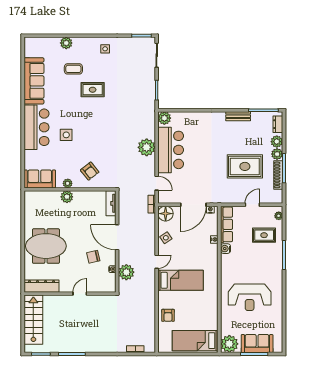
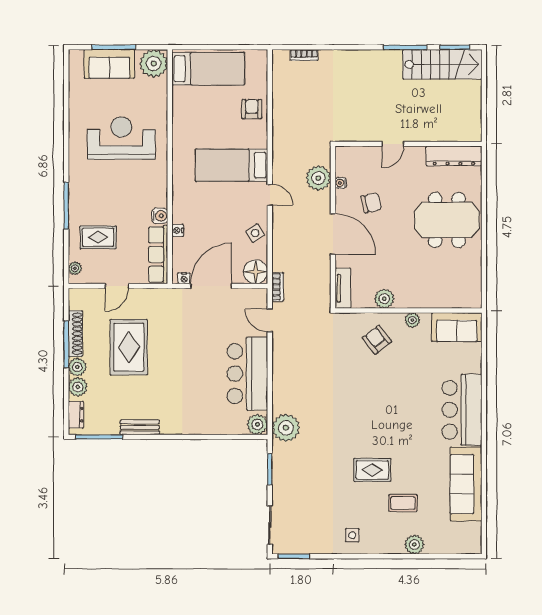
side table: (66, 135) -> (414, 398), removed
plant: (147, 147) -> (286, 428), moved
rug: (245, 166) -> (129, 347), turned 90
plant: (67, 197) -> (384, 299), moved
door: (157, 262) -> (270, 195), swing flipped
stairs: (33, 320) -> (442, 64), moved, turned -90

